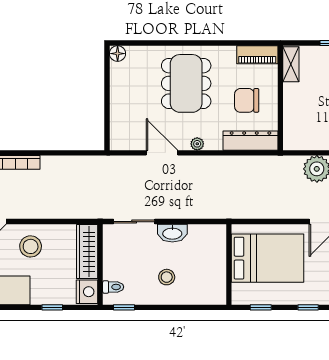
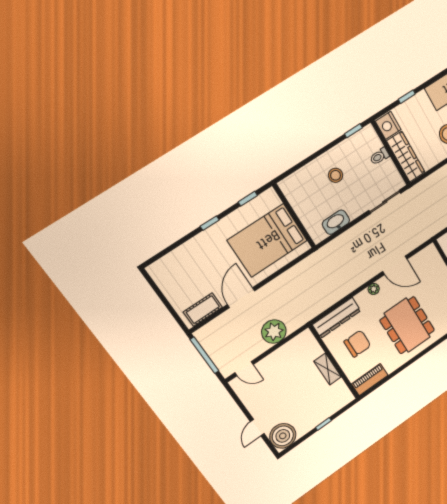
shelving: (291, 64) -> (328, 369), moved
washbasin: (172, 233) -> (336, 222), moved
toilet: (113, 287) -> (380, 156), moved

